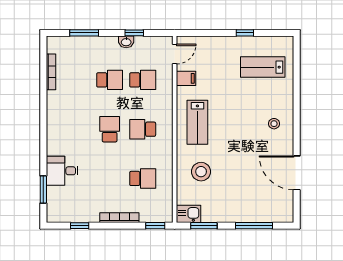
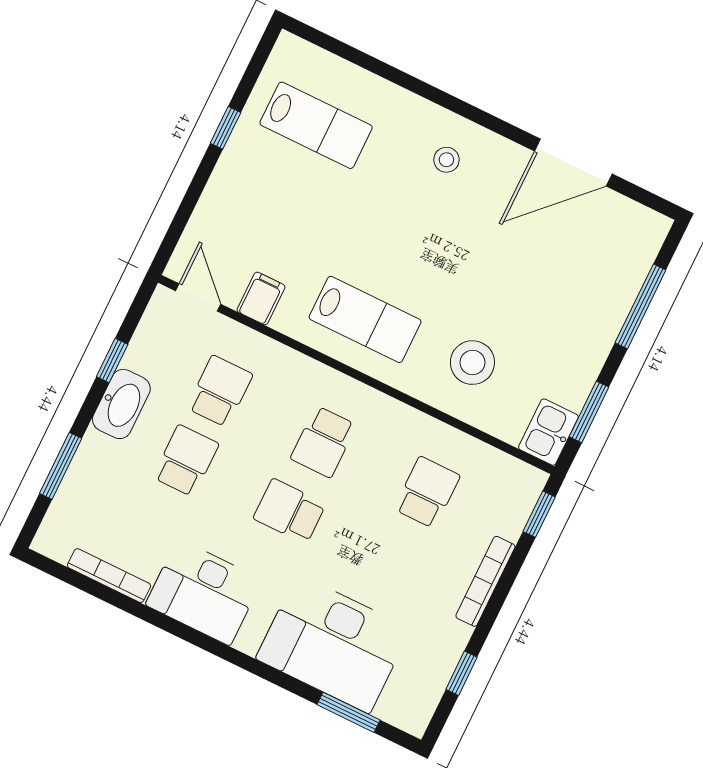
washbasin: (126, 42) -> (121, 404), width x1.91, depth x1.45
lab bench: (263, 67) -> (316, 125), turned -90
desk: (62, 111) -> (204, 592), added
desk: (62, 171) -> (333, 644), width x1.87, depth x1.30

